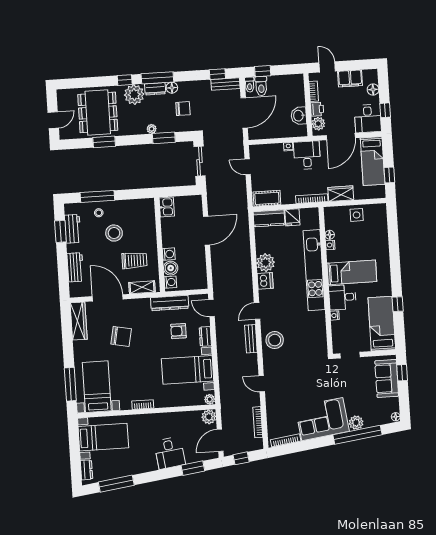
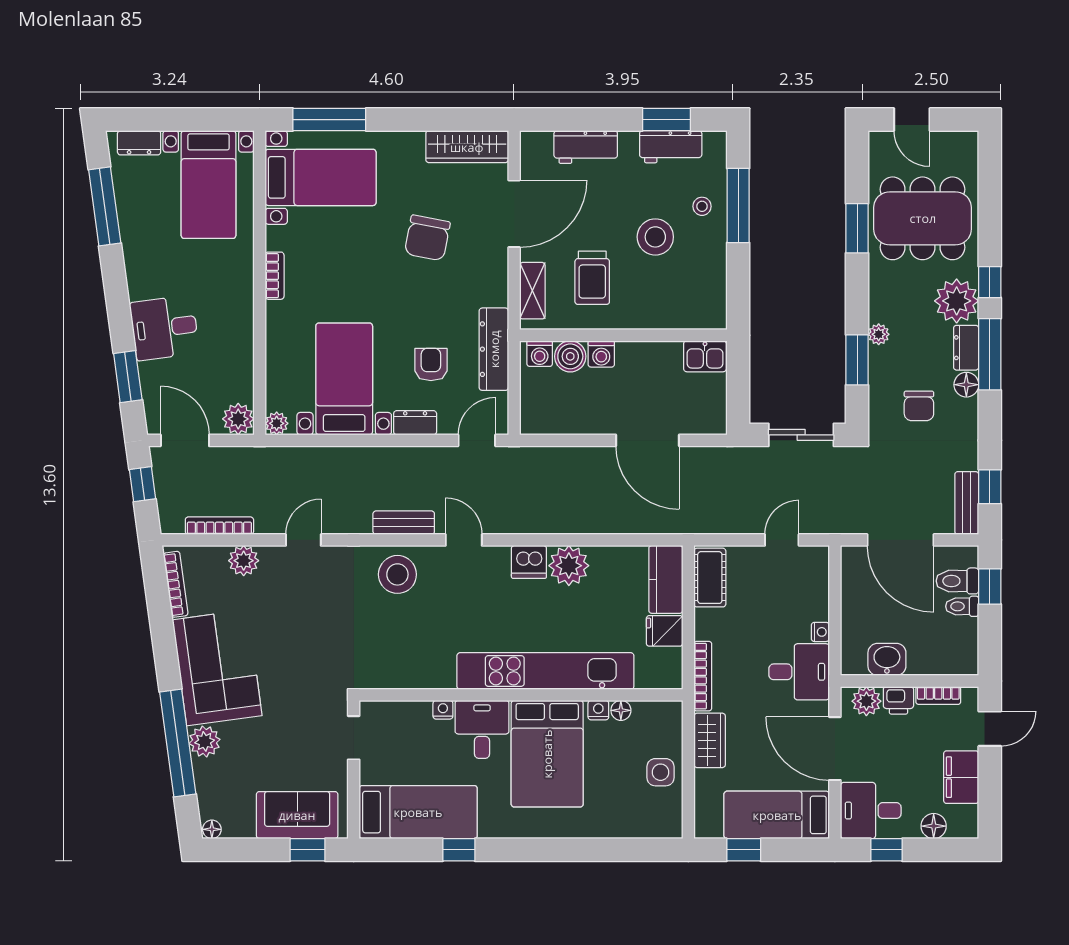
toilet: (250, 85) -> (962, 606), moved
bed: (352, 272) -> (547, 754), width x1.50
plant: (273, 410) -> (244, 561), added

